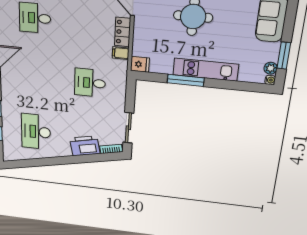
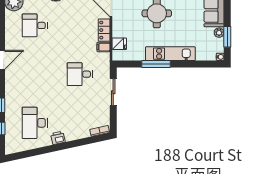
fridge: (140, 64) -> (119, 44), moved
plant: (271, 68) -> (219, 33), moved
sliding door: (128, 128) -> (113, 92), moved
printer: (85, 146) -> (58, 138), moved, width x0.53, depth x0.68

